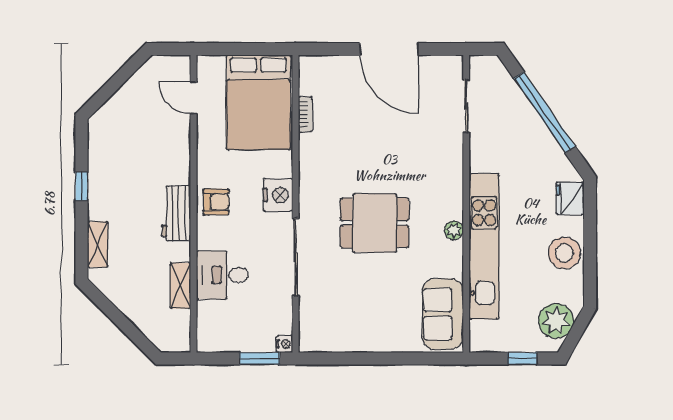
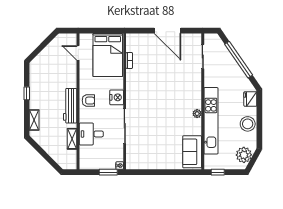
workbench: (176, 213) -> (70, 106), width x1.38
dining table: (375, 223) -> (161, 110), removed
window: (522, 359) -> (218, 172), moved

